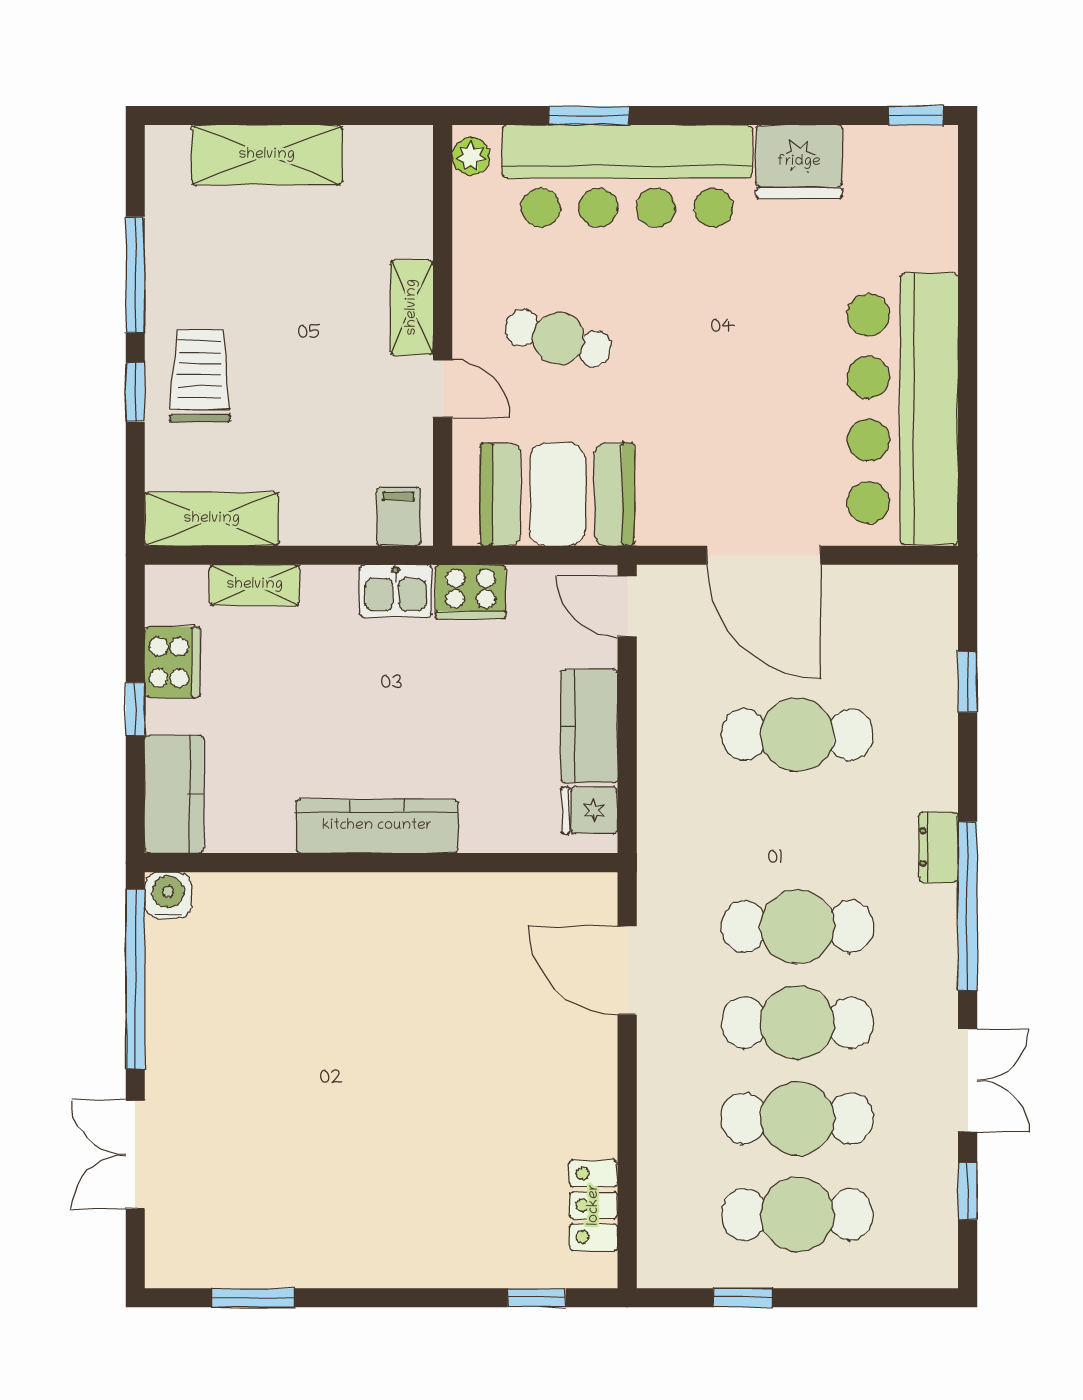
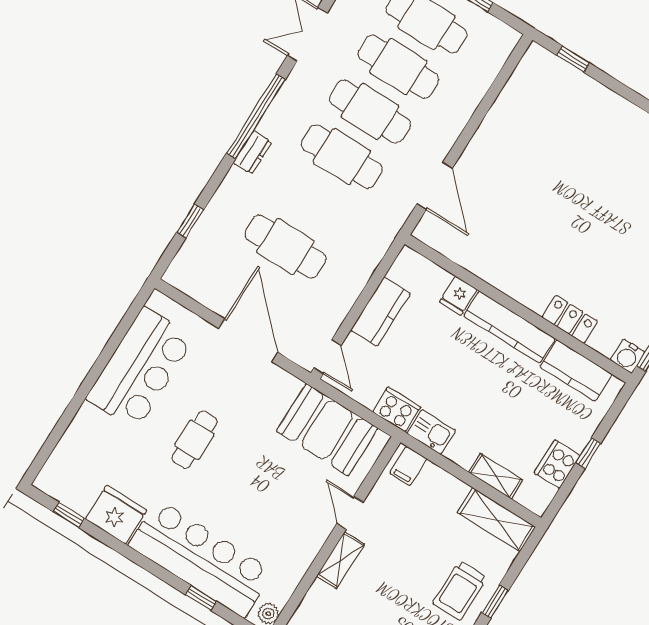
window: (589, 115) -> (201, 598), width x0.67
window: (916, 115) -> (69, 515), moved
cafe table: (558, 338) -> (194, 440), moved, turned 74
bar counter: (903, 409) -> (140, 368), width x0.73
kitchen counter: (174, 794) -> (576, 371), moved, turned -90
fridge: (590, 810) -> (458, 296), moved, turned 90
locker: (594, 1205) -> (570, 319), moved, turned -90

